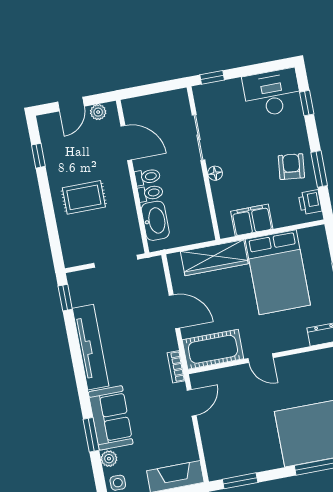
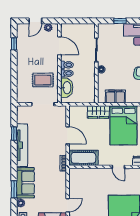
window: (212, 77) -> (120, 21), moved
rug: (84, 197) -> (43, 80), moved
wardrobe: (214, 258) -> (98, 112), width x0.67
window: (65, 298) -> (14, 134), moved
door: (261, 358) -> (118, 167), moved
door: (192, 403) -> (68, 205), moved

